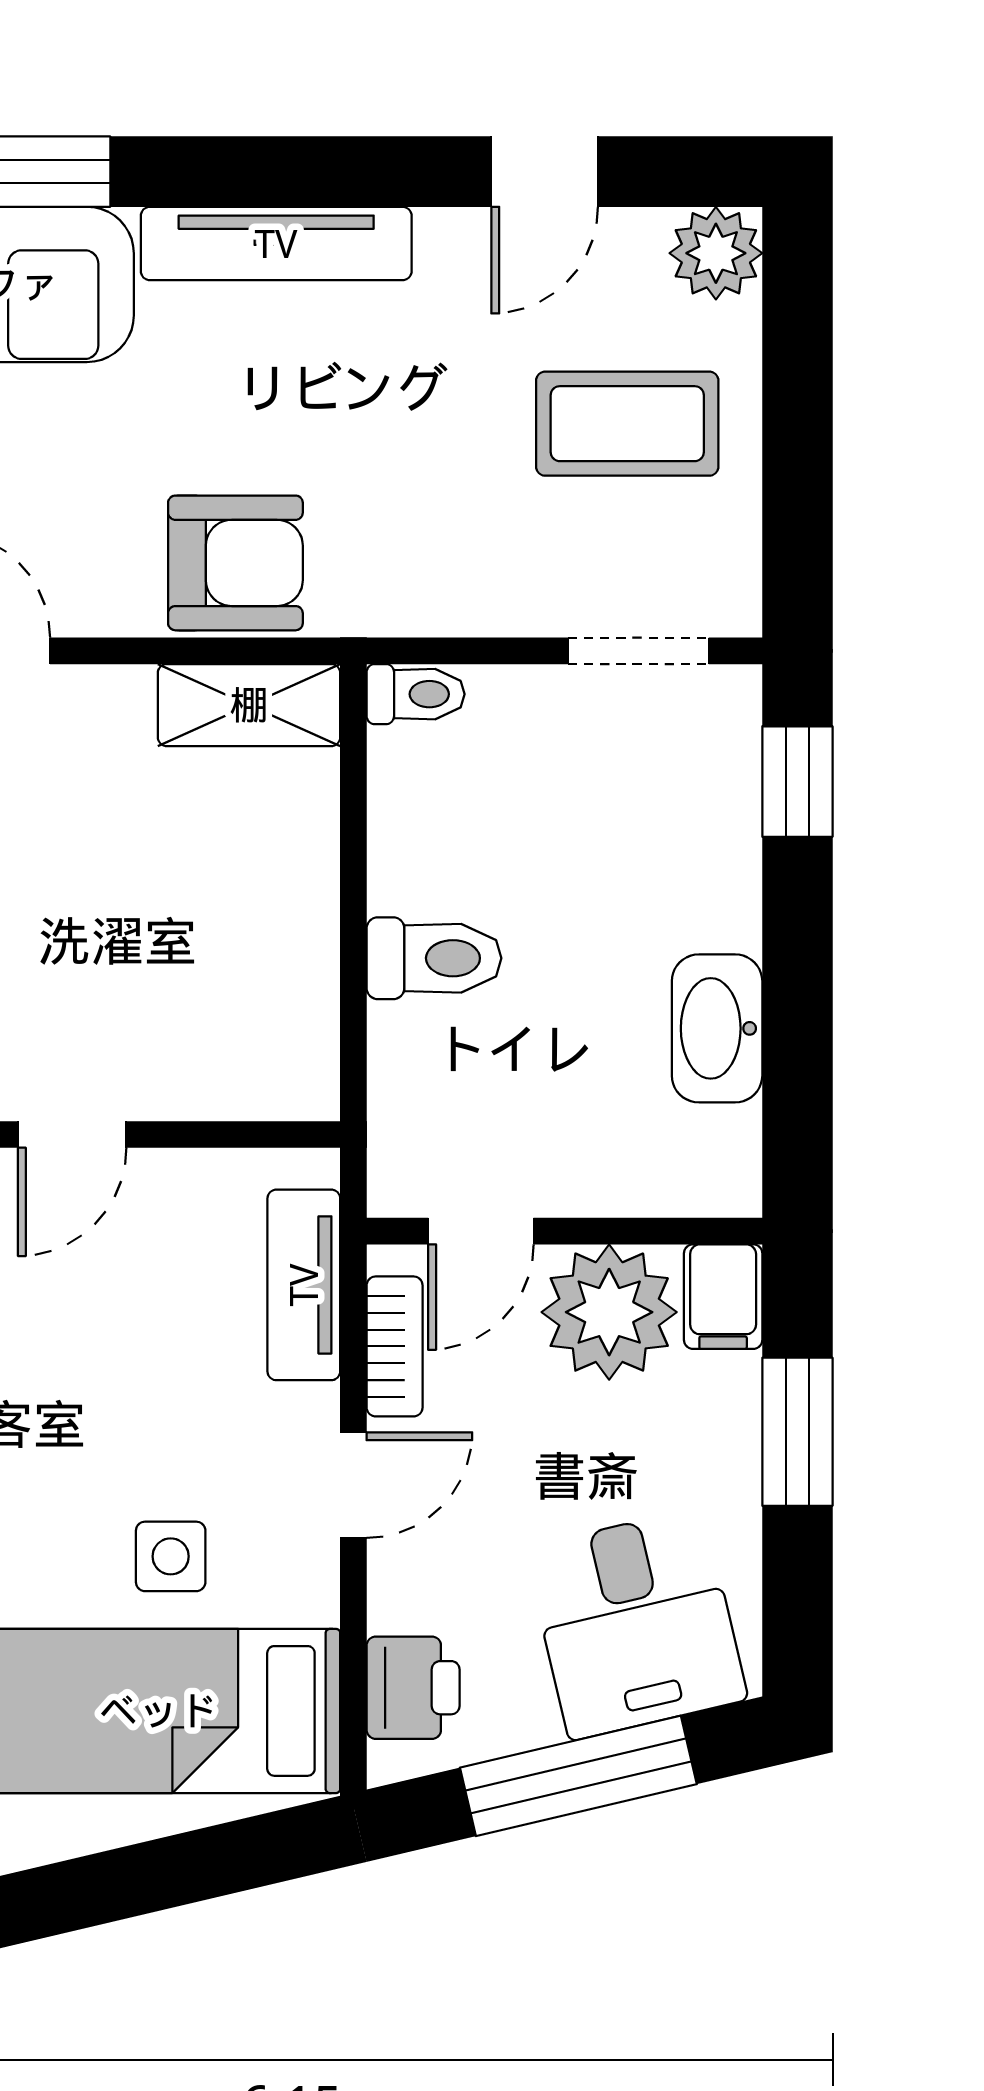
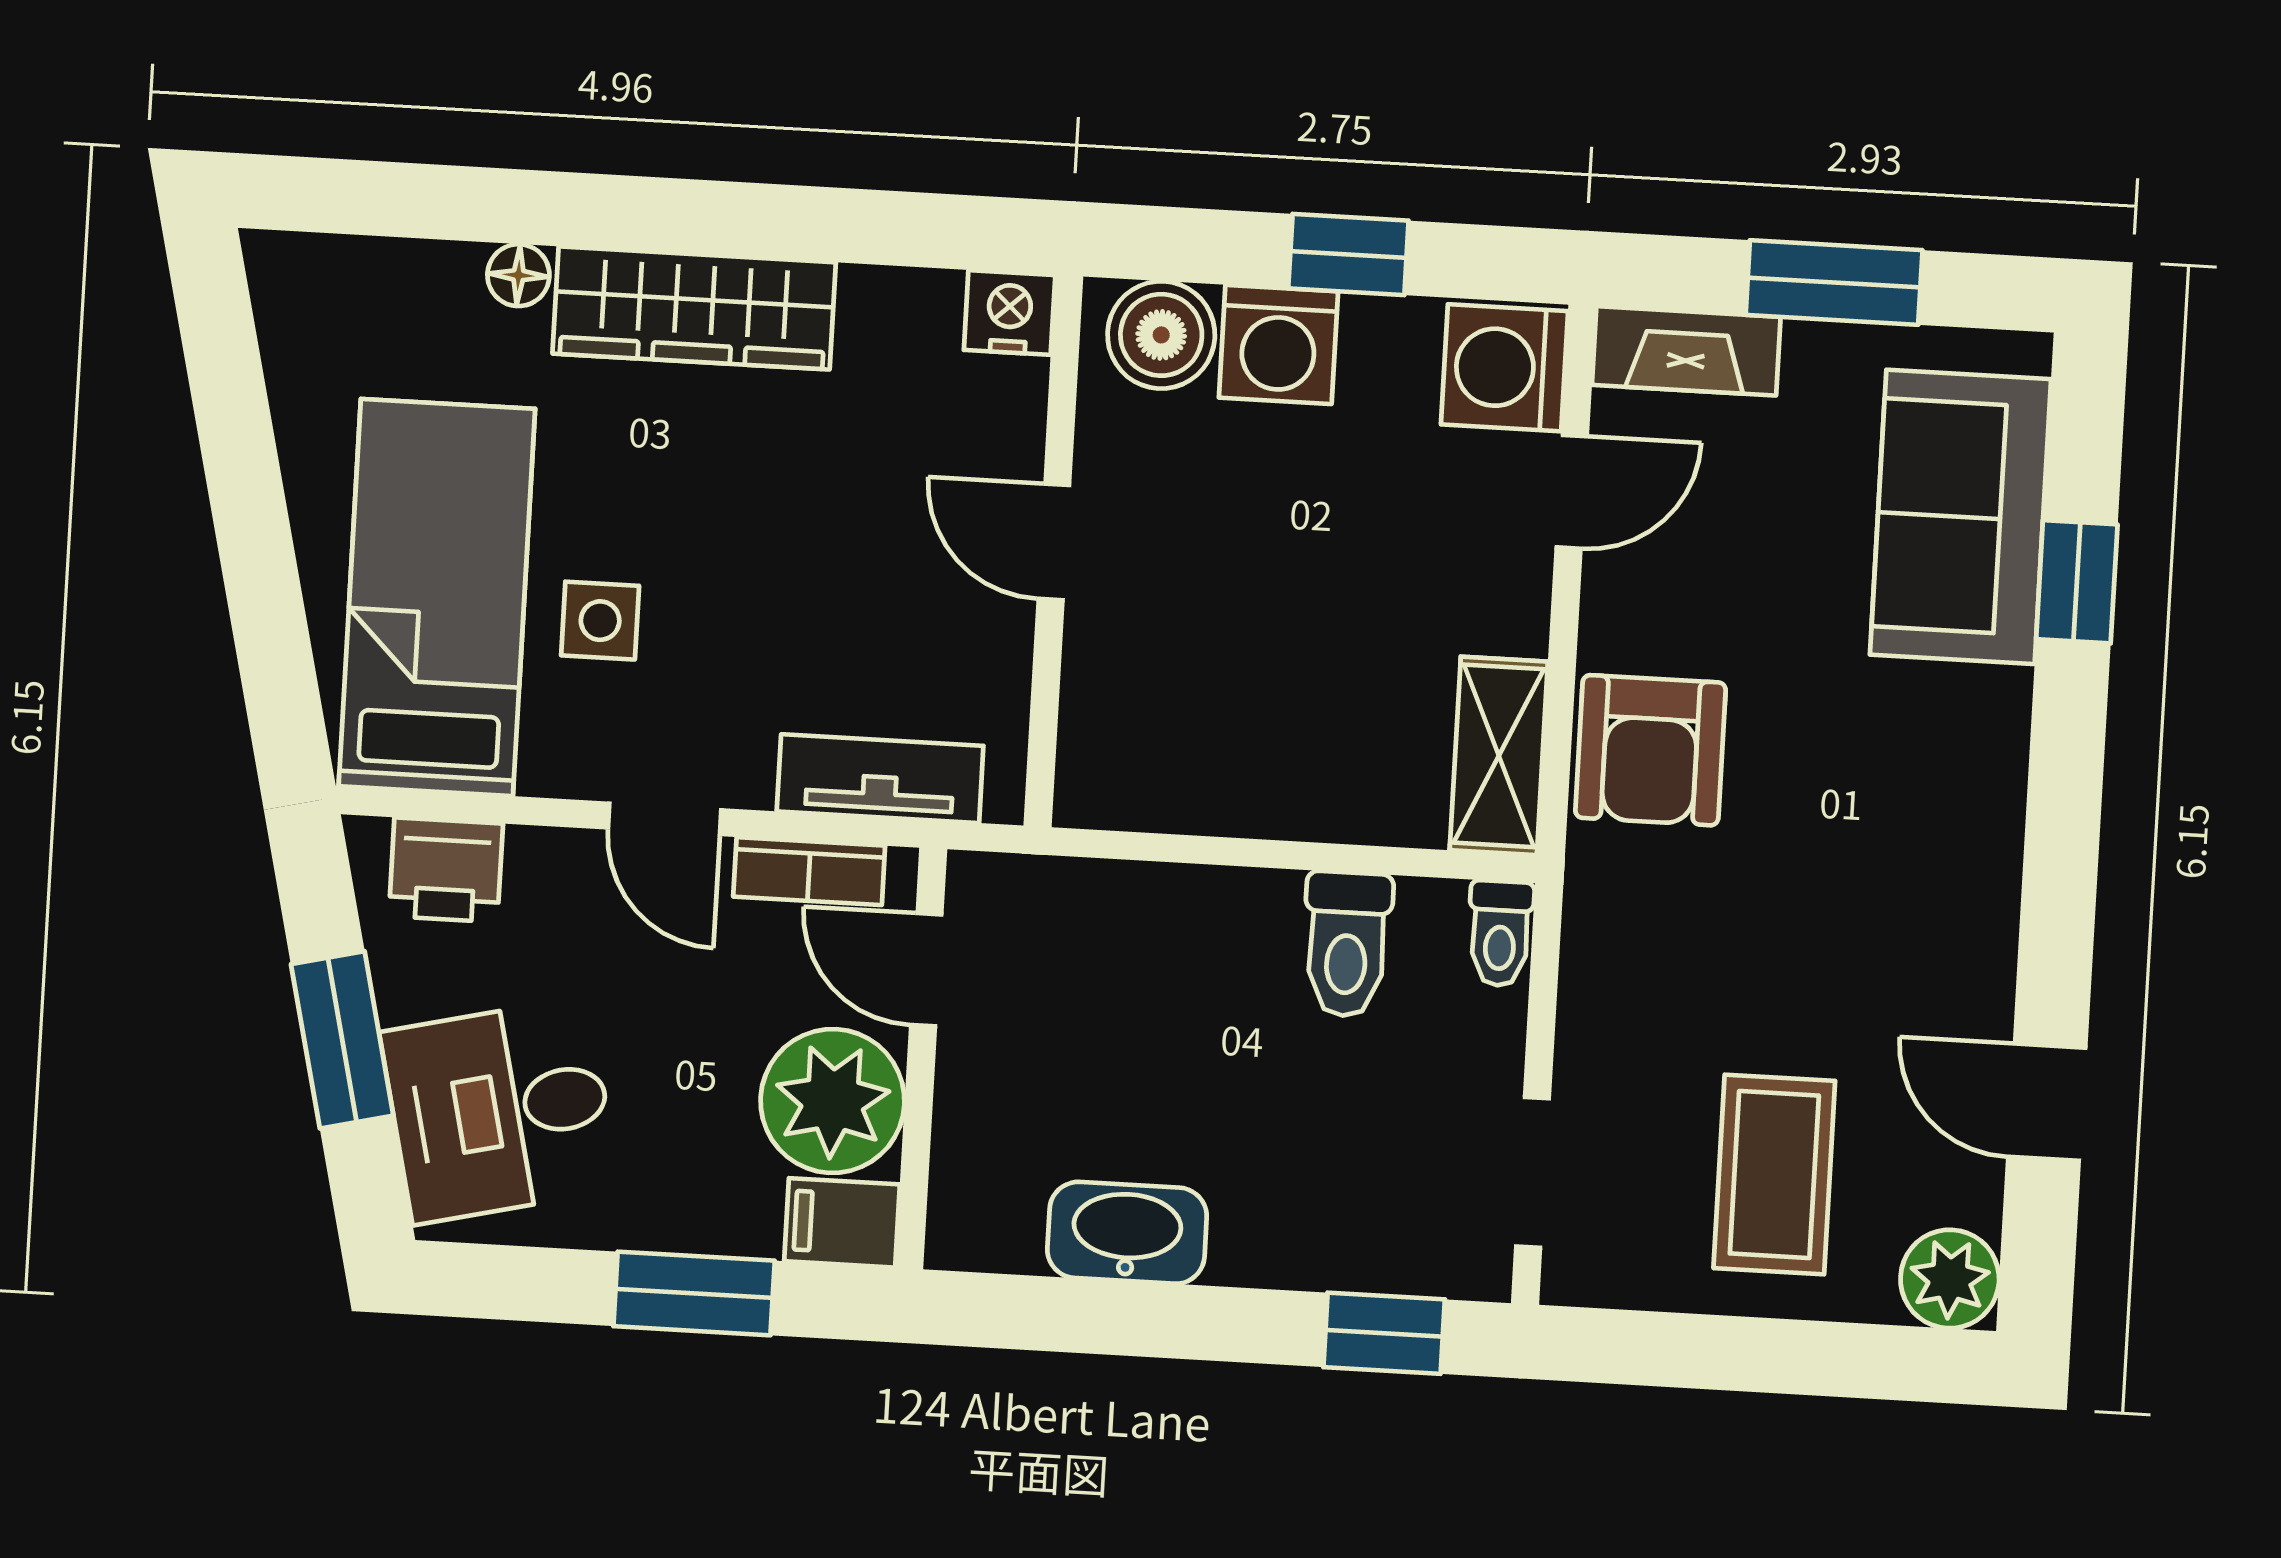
tv unit: (276, 244) -> (1987, 813), removed
toilet: (434, 958) -> (1347, 944), moved
window: (578, 1776) -> (342, 1040), width x0.69

